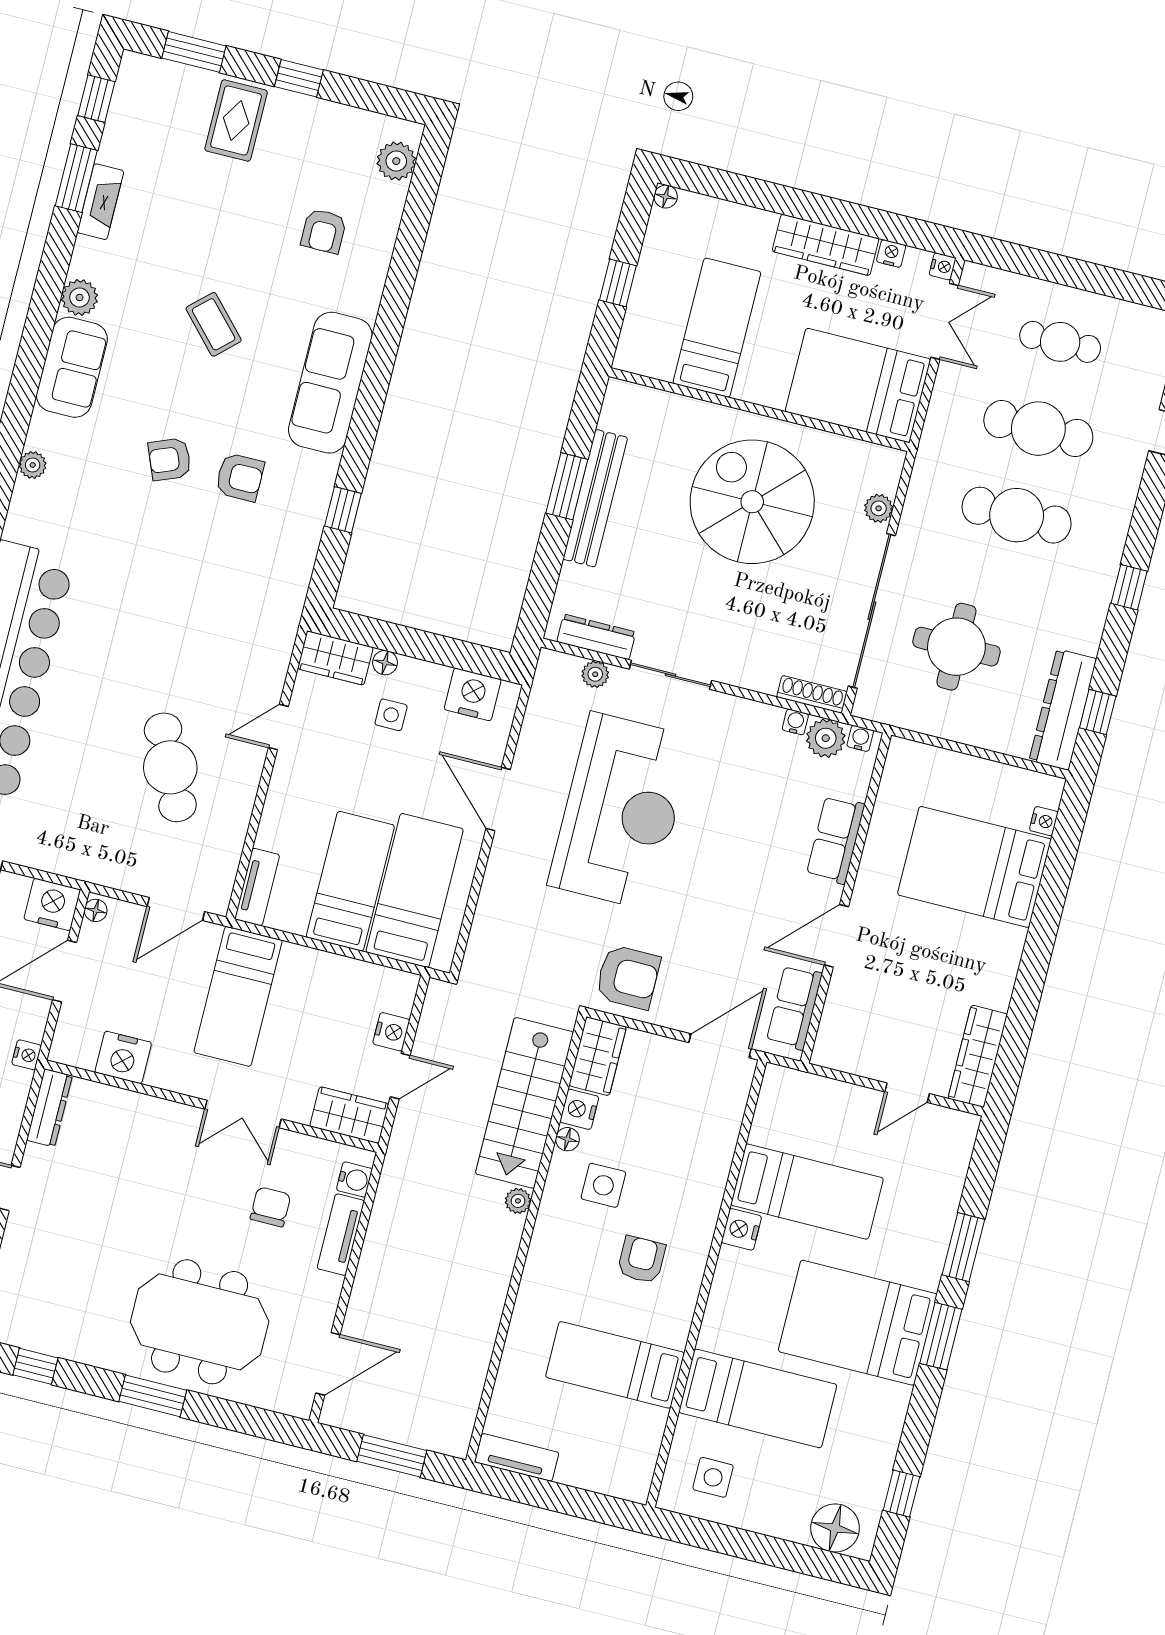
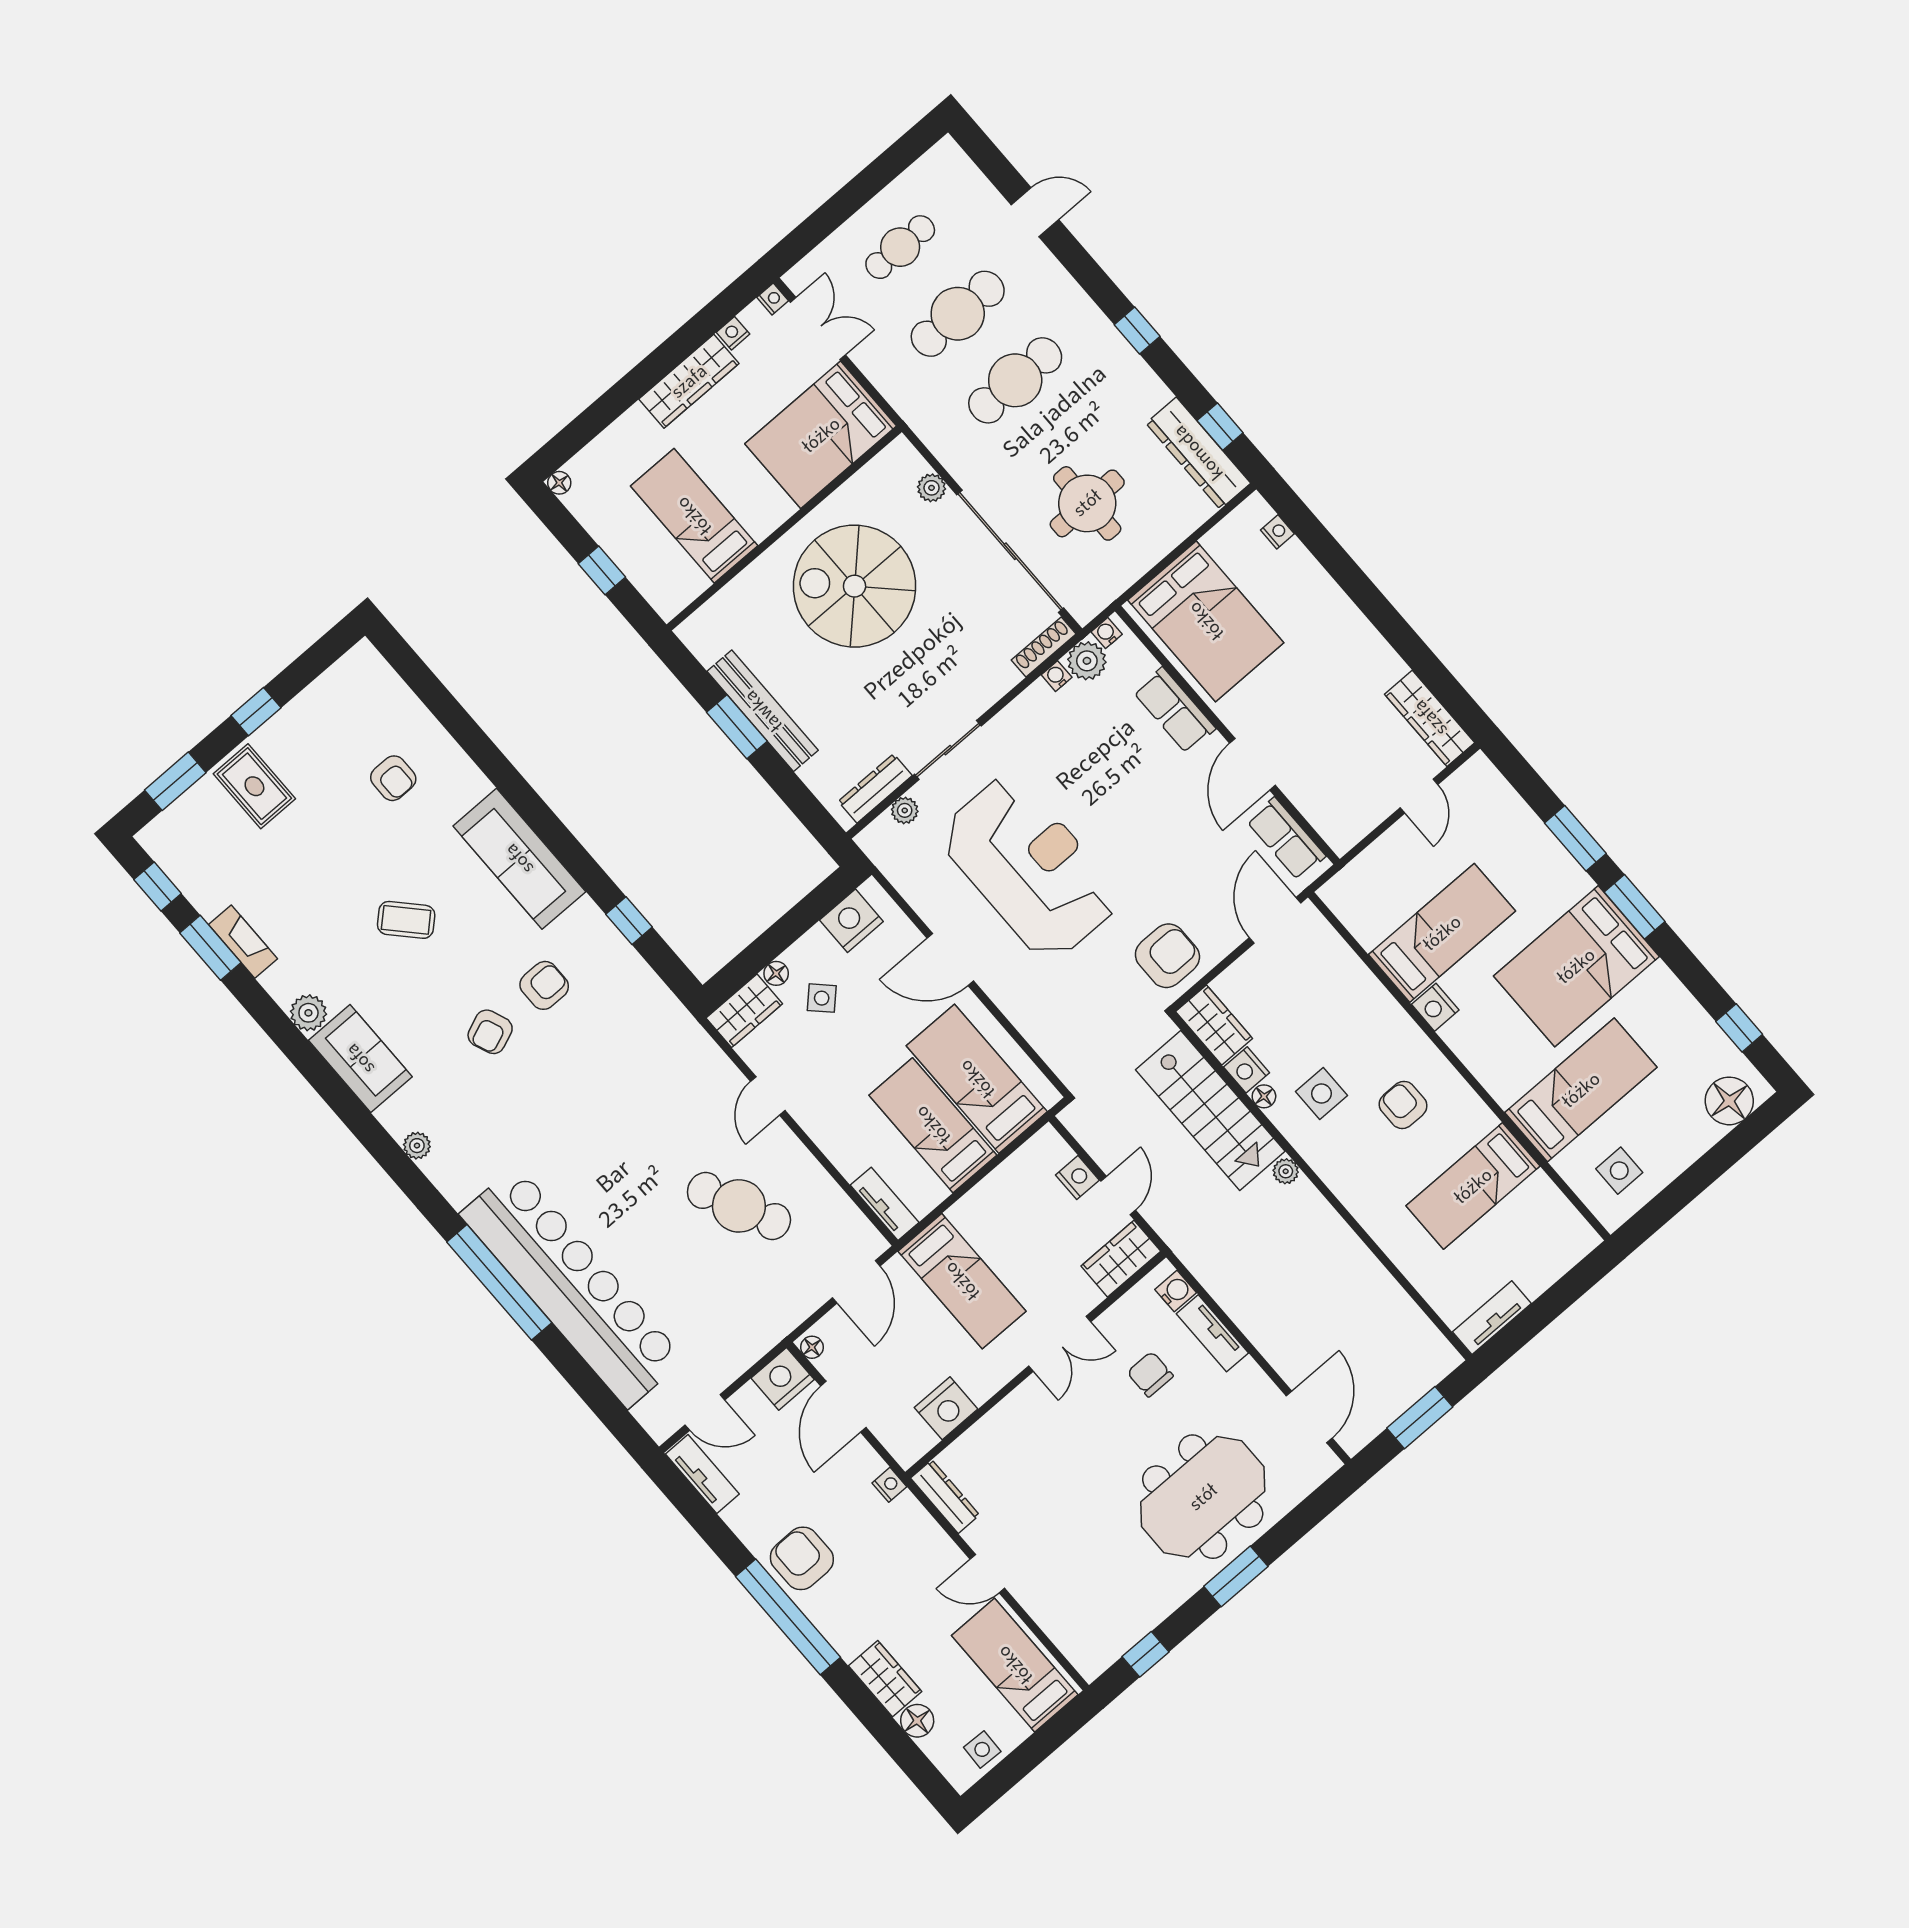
plant: (396, 161) -> (378, 680), removed
side table: (391, 715) -> (822, 998), turned 45
bed: (974, 867) -> (1206, 621), moved, turned -90

